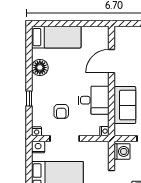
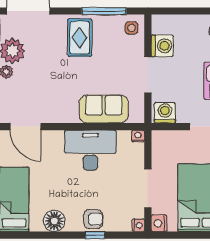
door: (112, 61) -> (26, 127), moved
desk: (94, 100) -> (90, 150), width x1.37
armchair: (61, 111) -> (93, 219), moved

